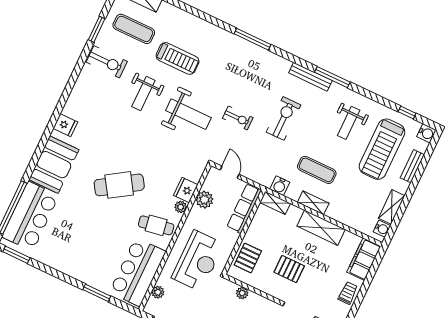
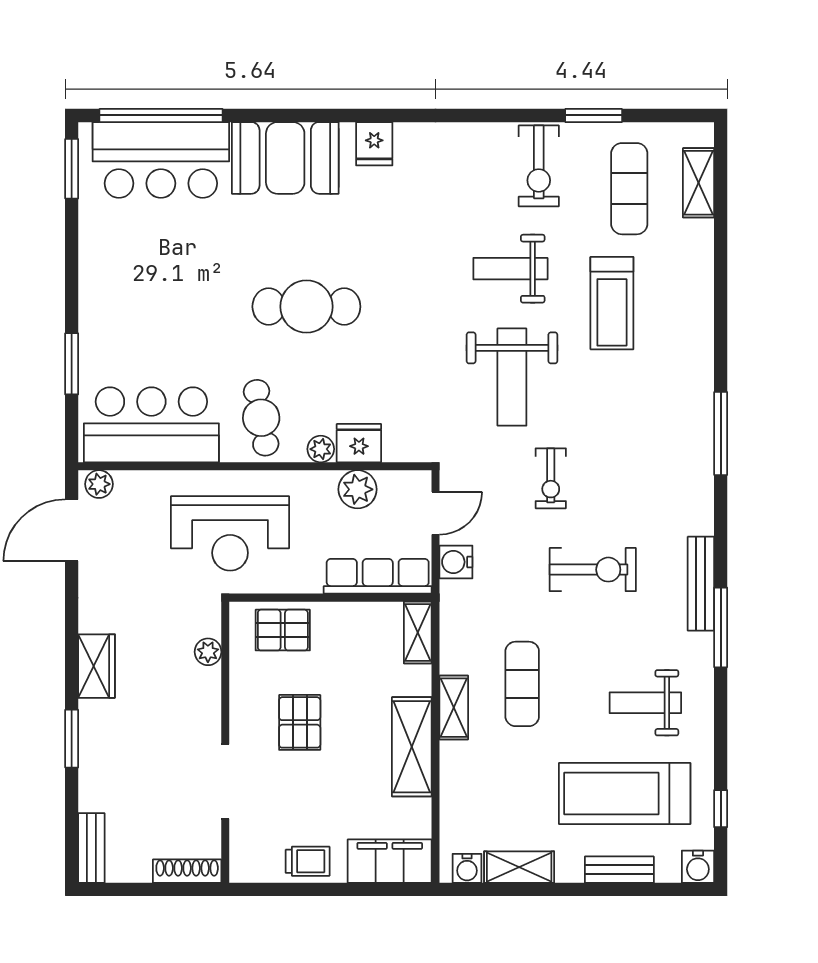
cafe table: (119, 185) -> (306, 307), turned -57
water cooler: (280, 186) -> (456, 562), moved
plant: (158, 292) -> (99, 484), moved

